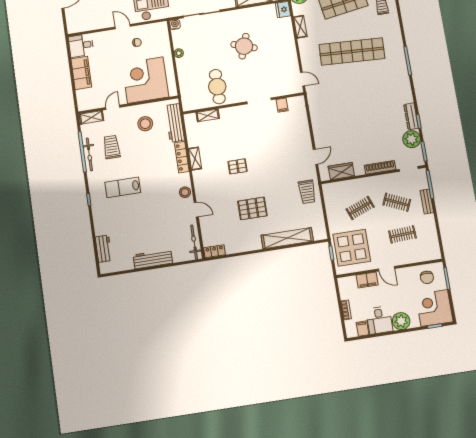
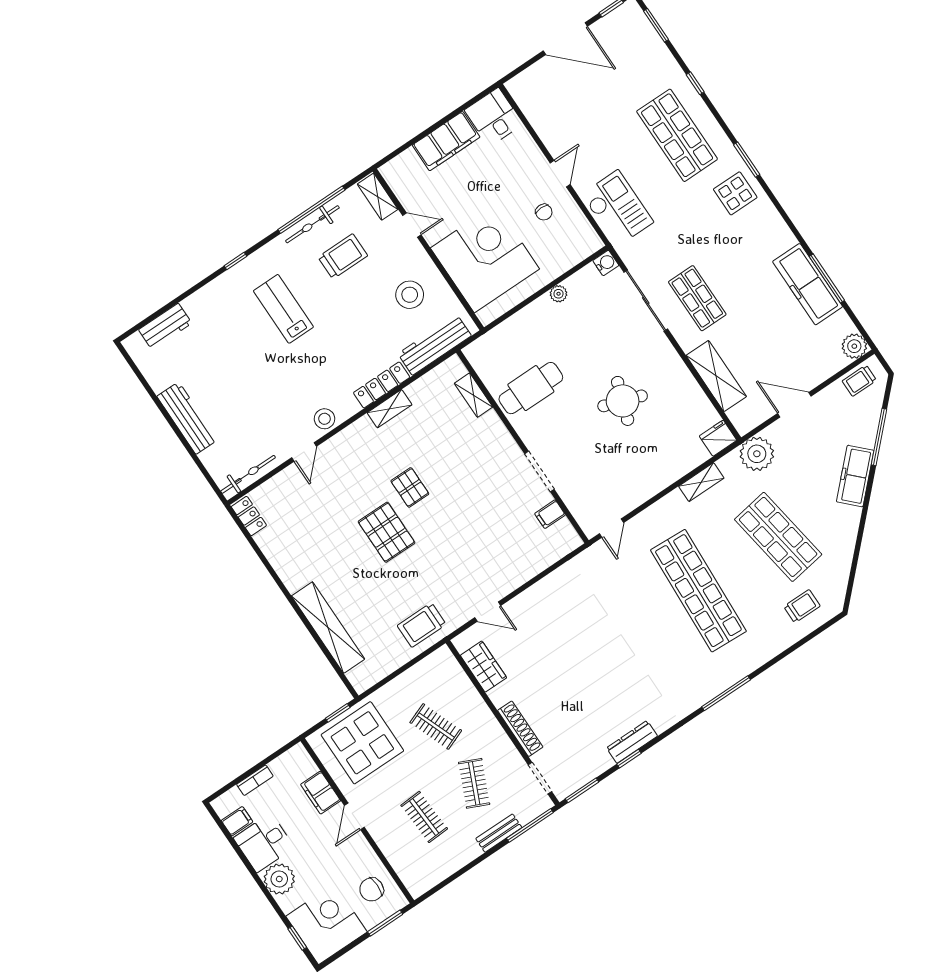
plant: (412, 139) -> (593, 760), removed
pallet: (252, 208) -> (387, 532), moved

